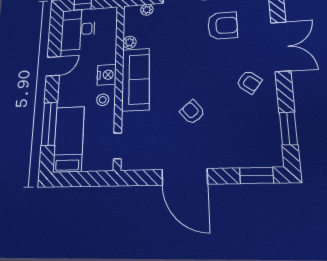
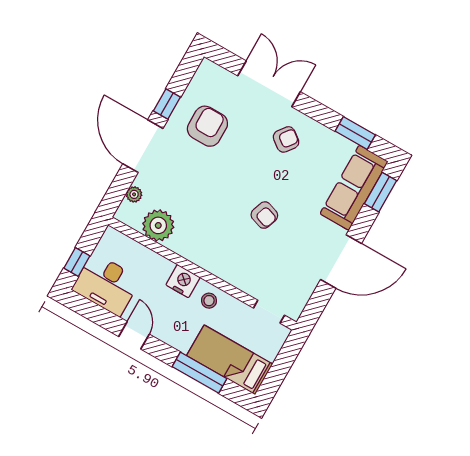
plant: (129, 42) -> (158, 225), width x1.88, depth x1.88
sofa: (136, 79) -> (354, 188), moved, turned -90
armchair: (192, 112) -> (264, 215), moved, turned -121

